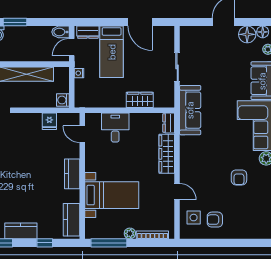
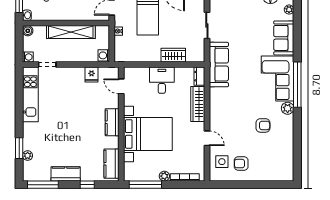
desk: (115, 127) -> (162, 80), moved
armchair: (239, 177) -> (263, 125), turned -90
bed with nightstands: (112, 195) -> (148, 134), width x1.36

